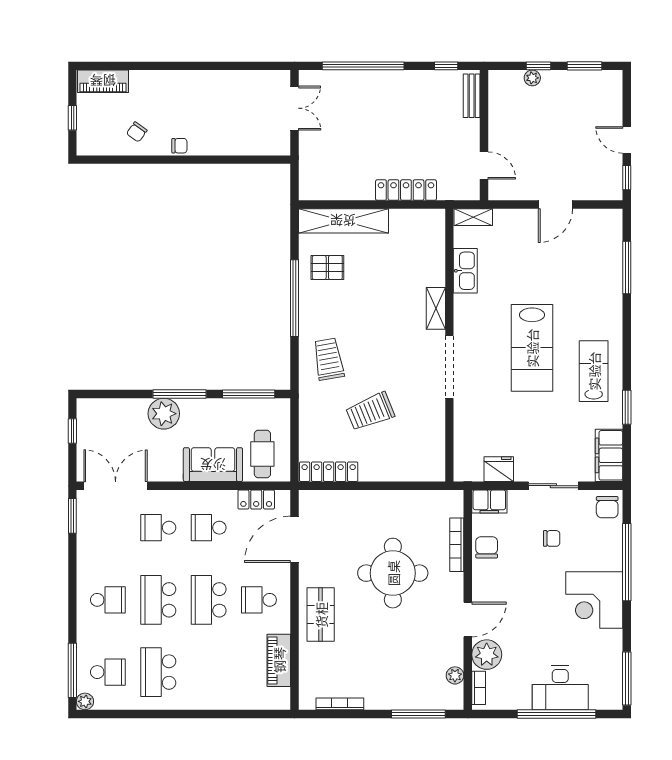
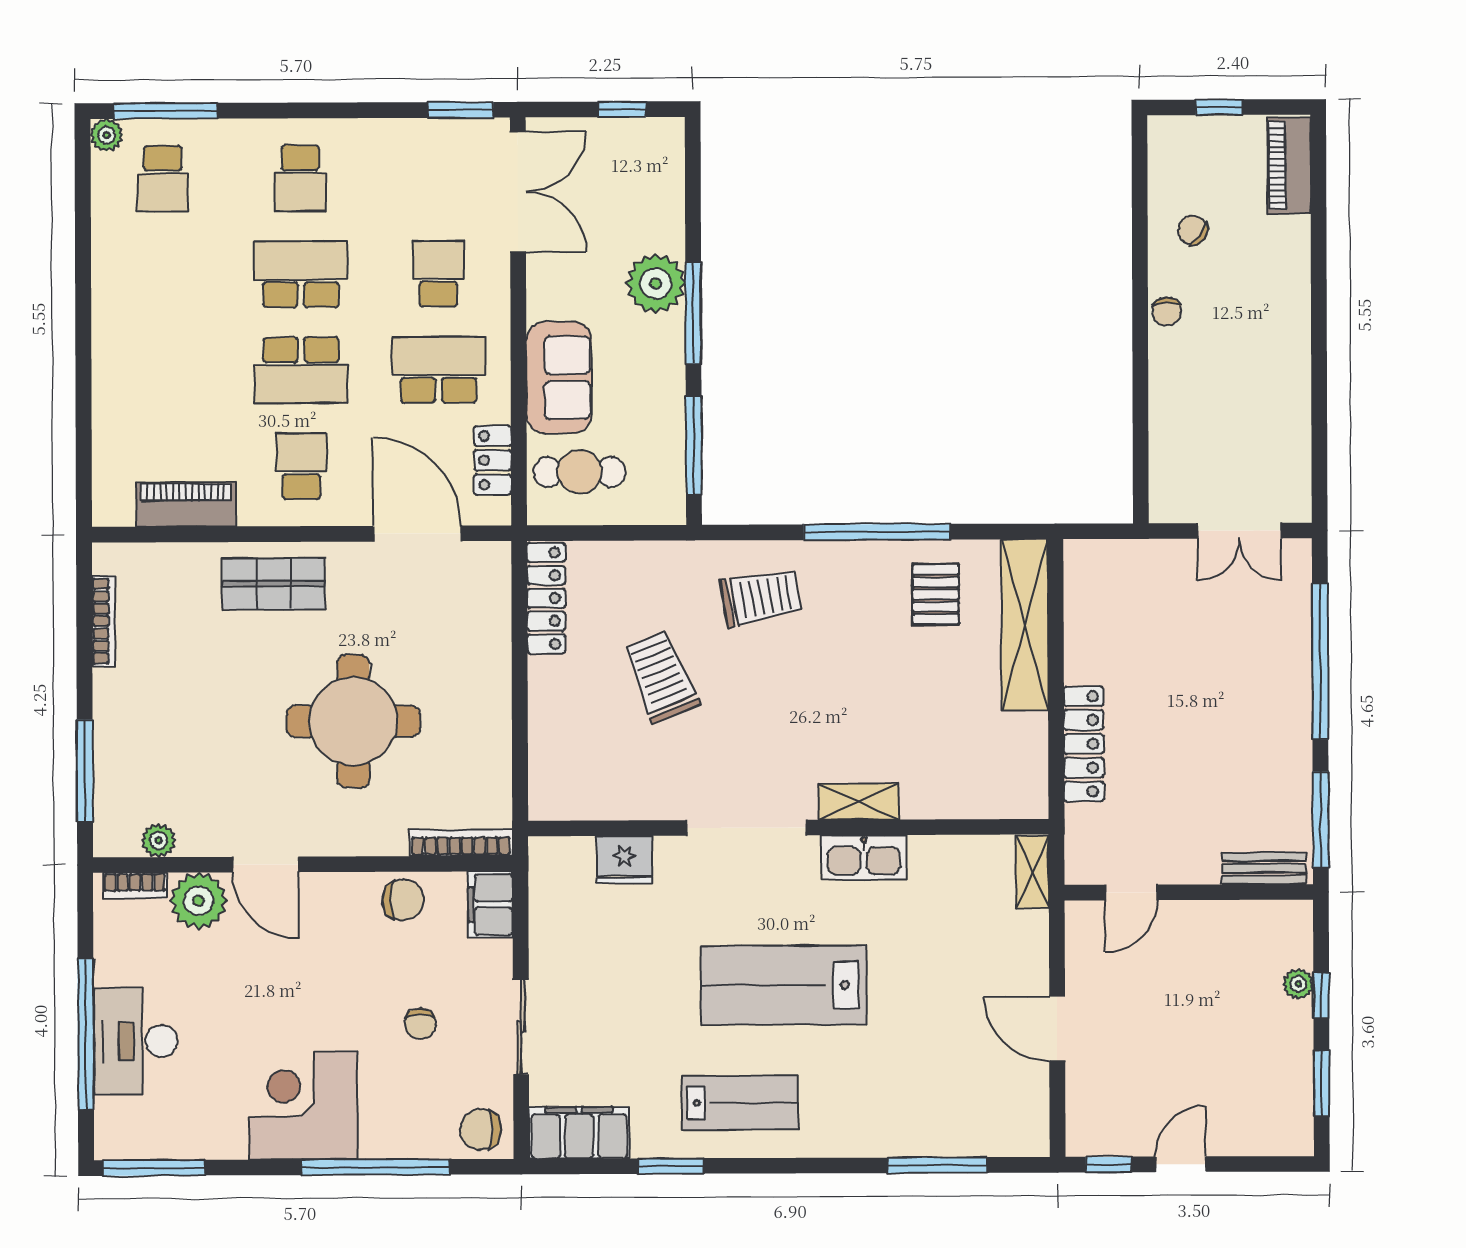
window: (446, 66) -> (1321, 820), width x2.17
kitchen sink: (465, 271) -> (864, 858), moved
fridge: (499, 469) -> (624, 860), moved, turned 90
school desk: (209, 528) -> (439, 370), width x1.85
bookcase: (457, 545) -> (461, 843), moved
school desk: (209, 600) -> (301, 370), turned 180
school desk: (158, 672) -> (163, 275), removed

